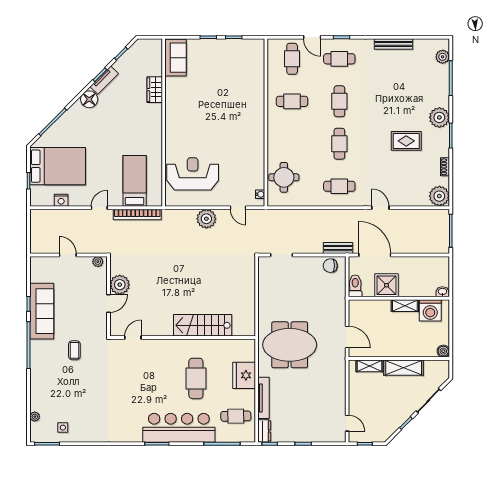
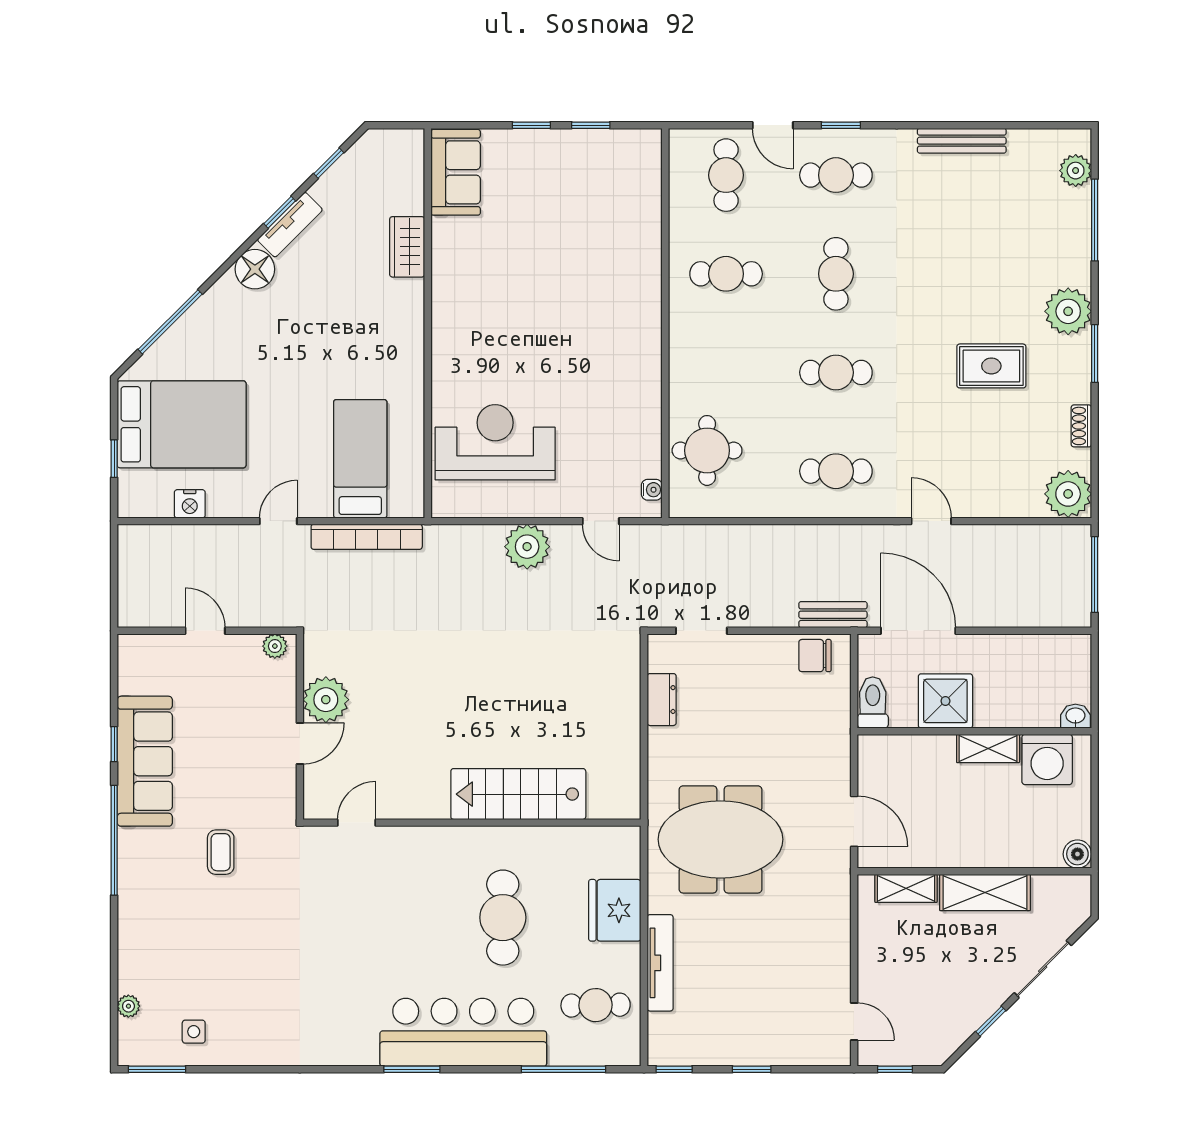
cafe table: (339, 144) -> (836, 372), turned 90
dresser: (264, 431) -> (662, 700), moved

